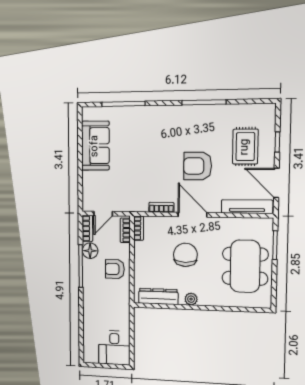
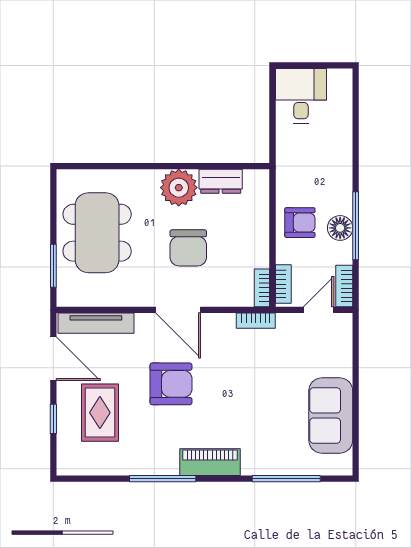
piano: (173, 114) -> (210, 462), added
bookcase: (161, 207) -> (256, 321), moved
floor lamp: (90, 251) -> (340, 228), moved
dresser: (158, 296) -> (221, 181), width x0.70
plant: (191, 299) -> (179, 188), width x1.88, depth x1.88

